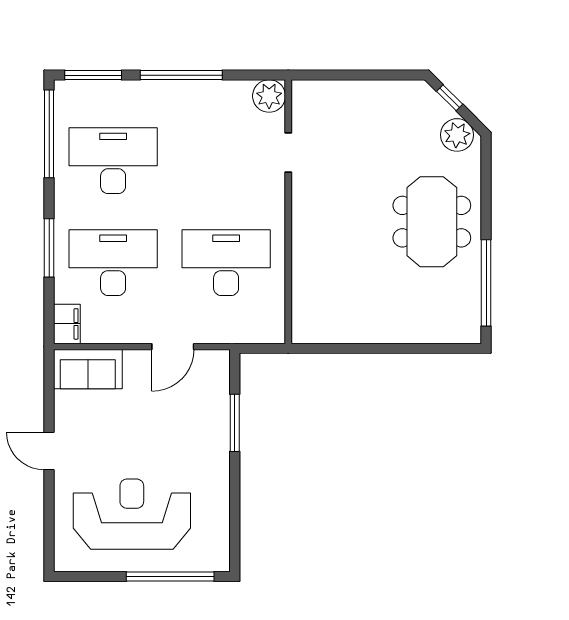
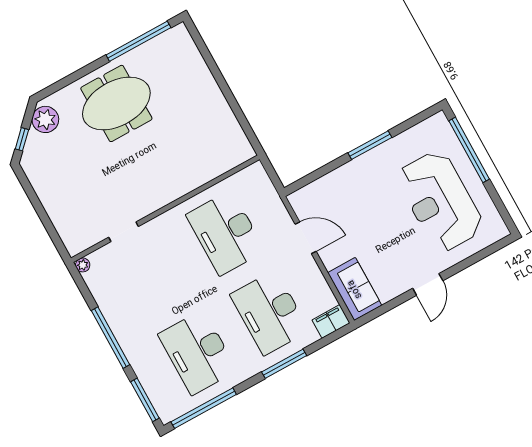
plant: (269, 96) -> (83, 265), width x0.53, depth x0.53
window: (235, 423) -> (370, 145), moved

